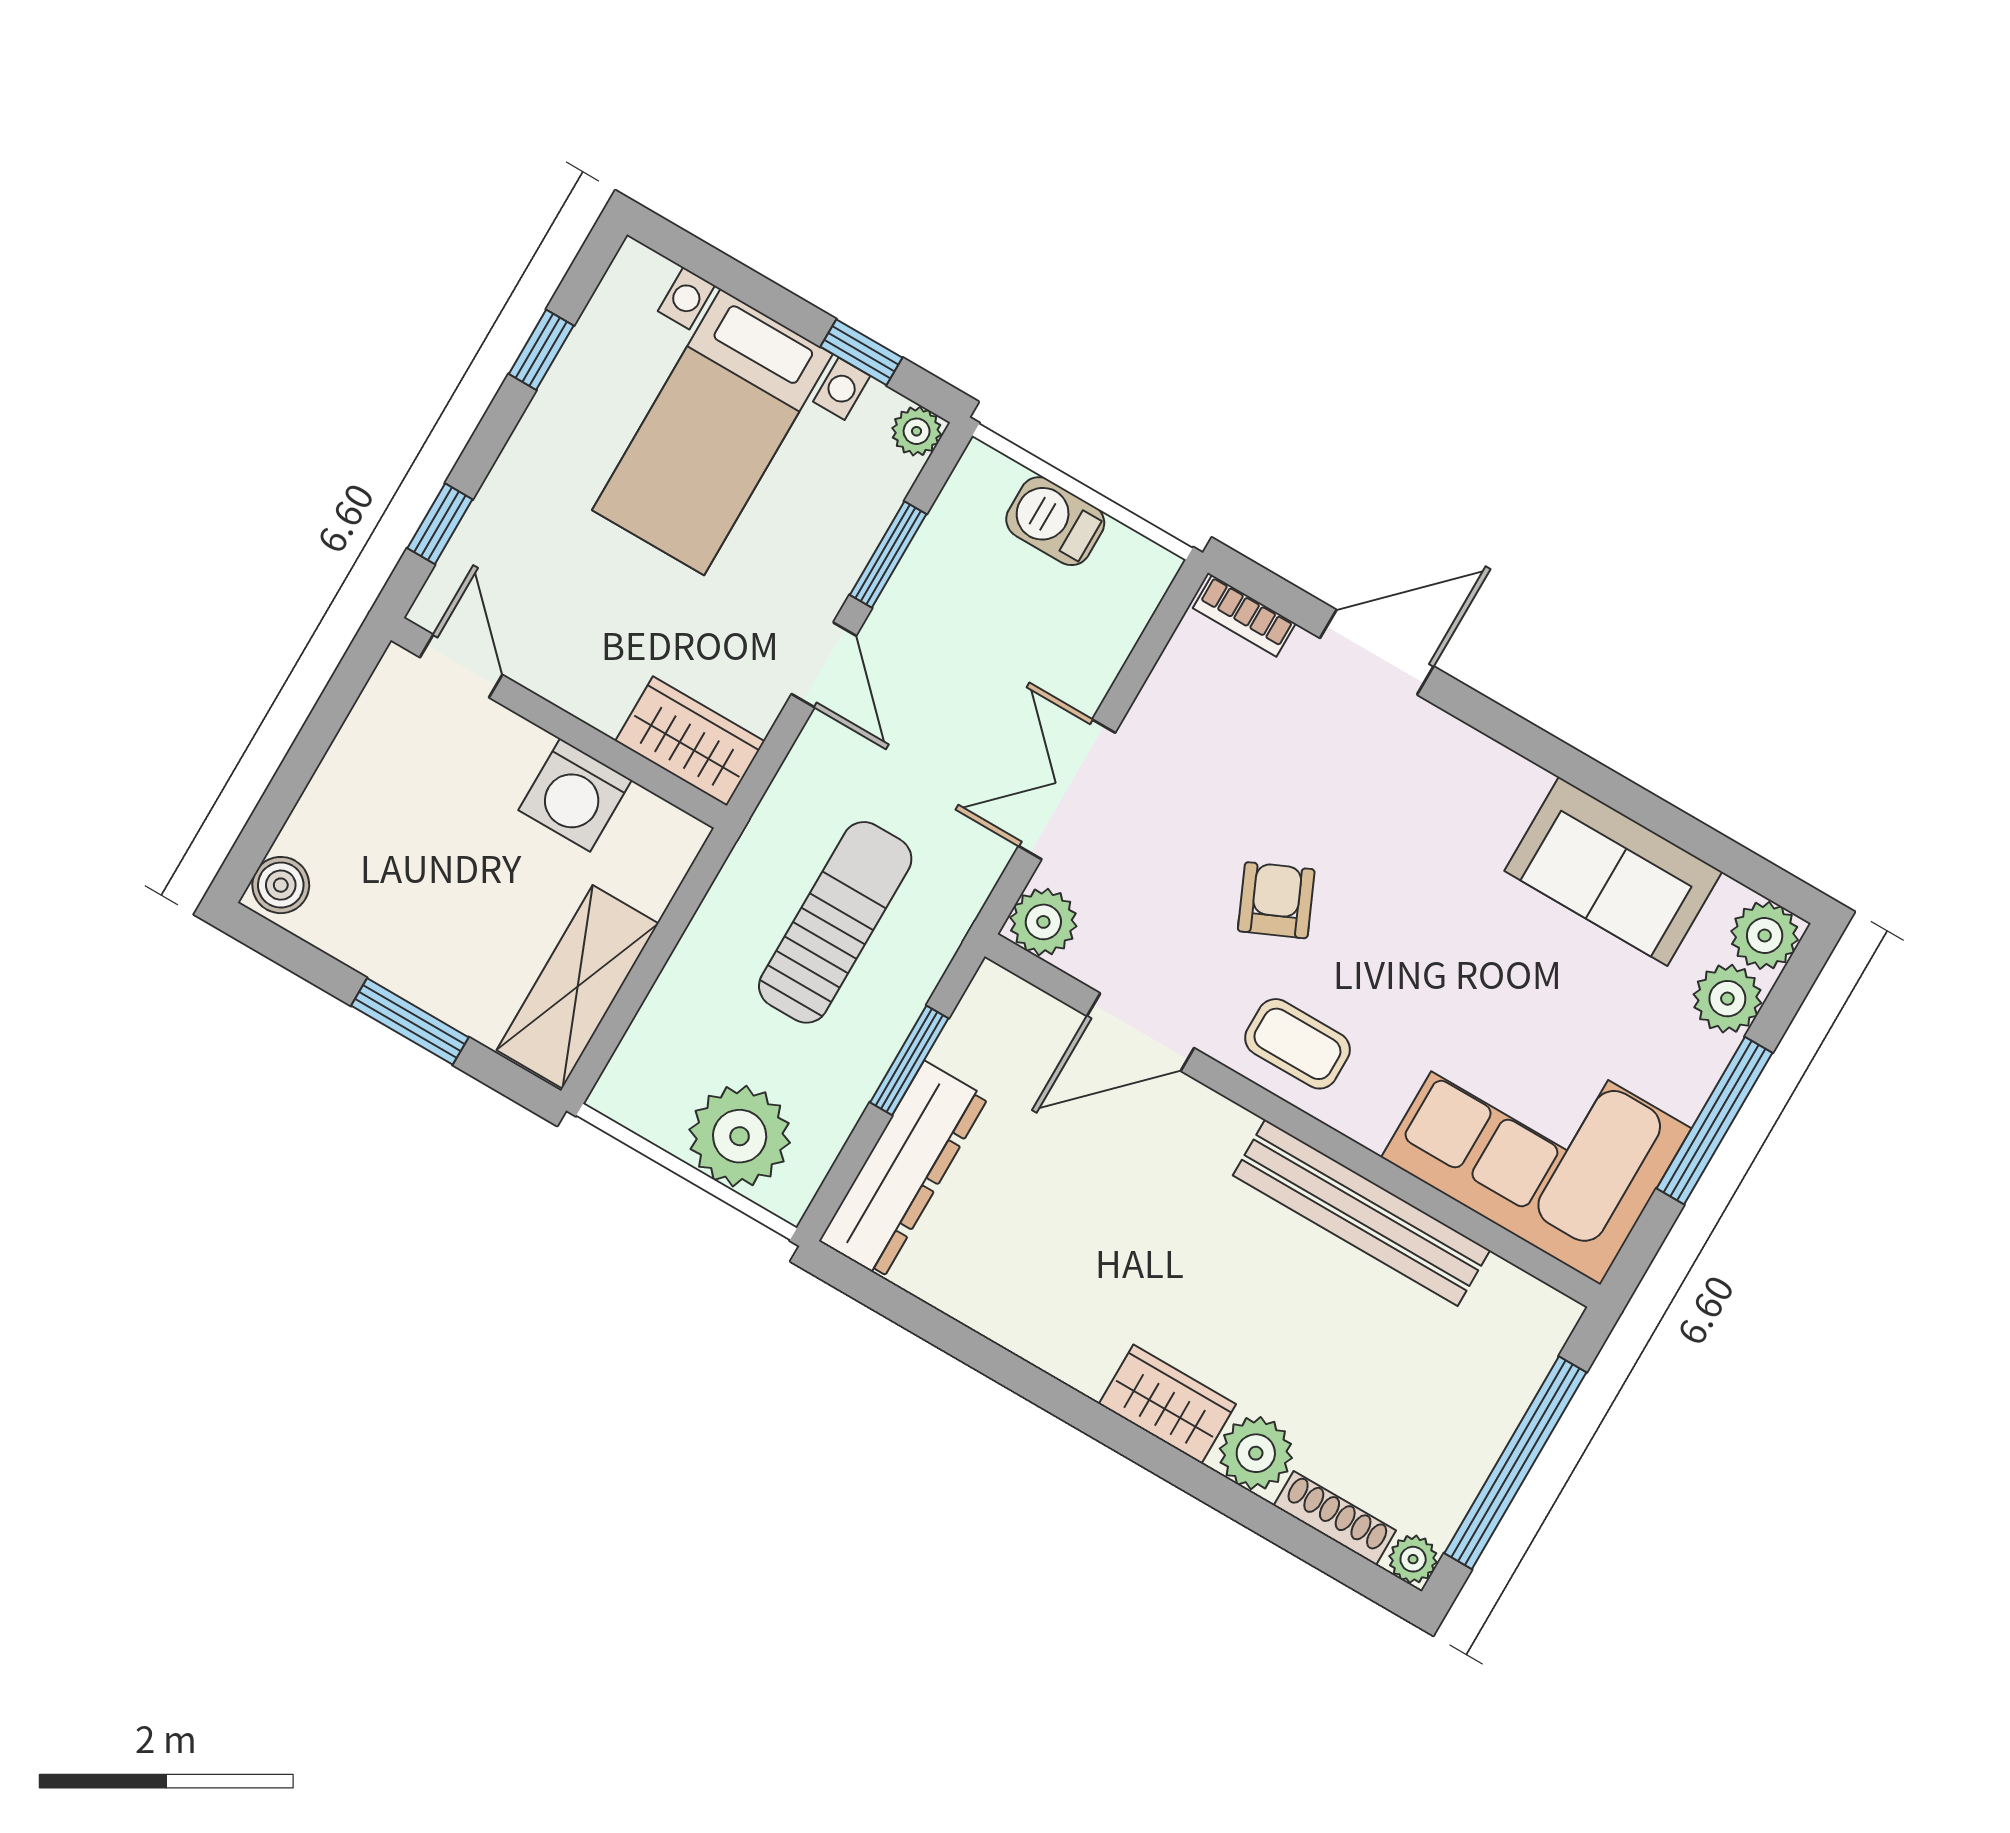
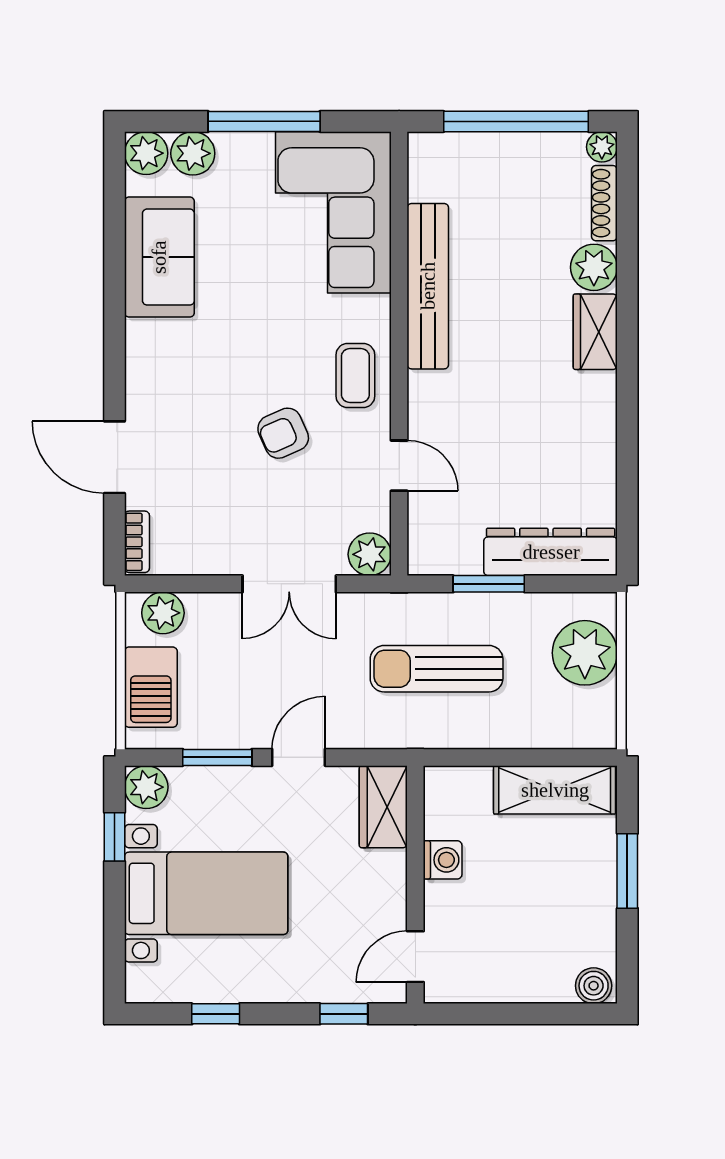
plant: (917, 431) -> (146, 787), width x1.38, depth x1.38
barbecue: (1055, 521) -> (151, 687), width x1.38, depth x1.27
plant: (1127, 595) -> (163, 613), added
washing machine: (575, 795) -> (443, 860), width x0.73, depth x0.73
door: (1140, 1032) -> (399, 466), width x0.73

